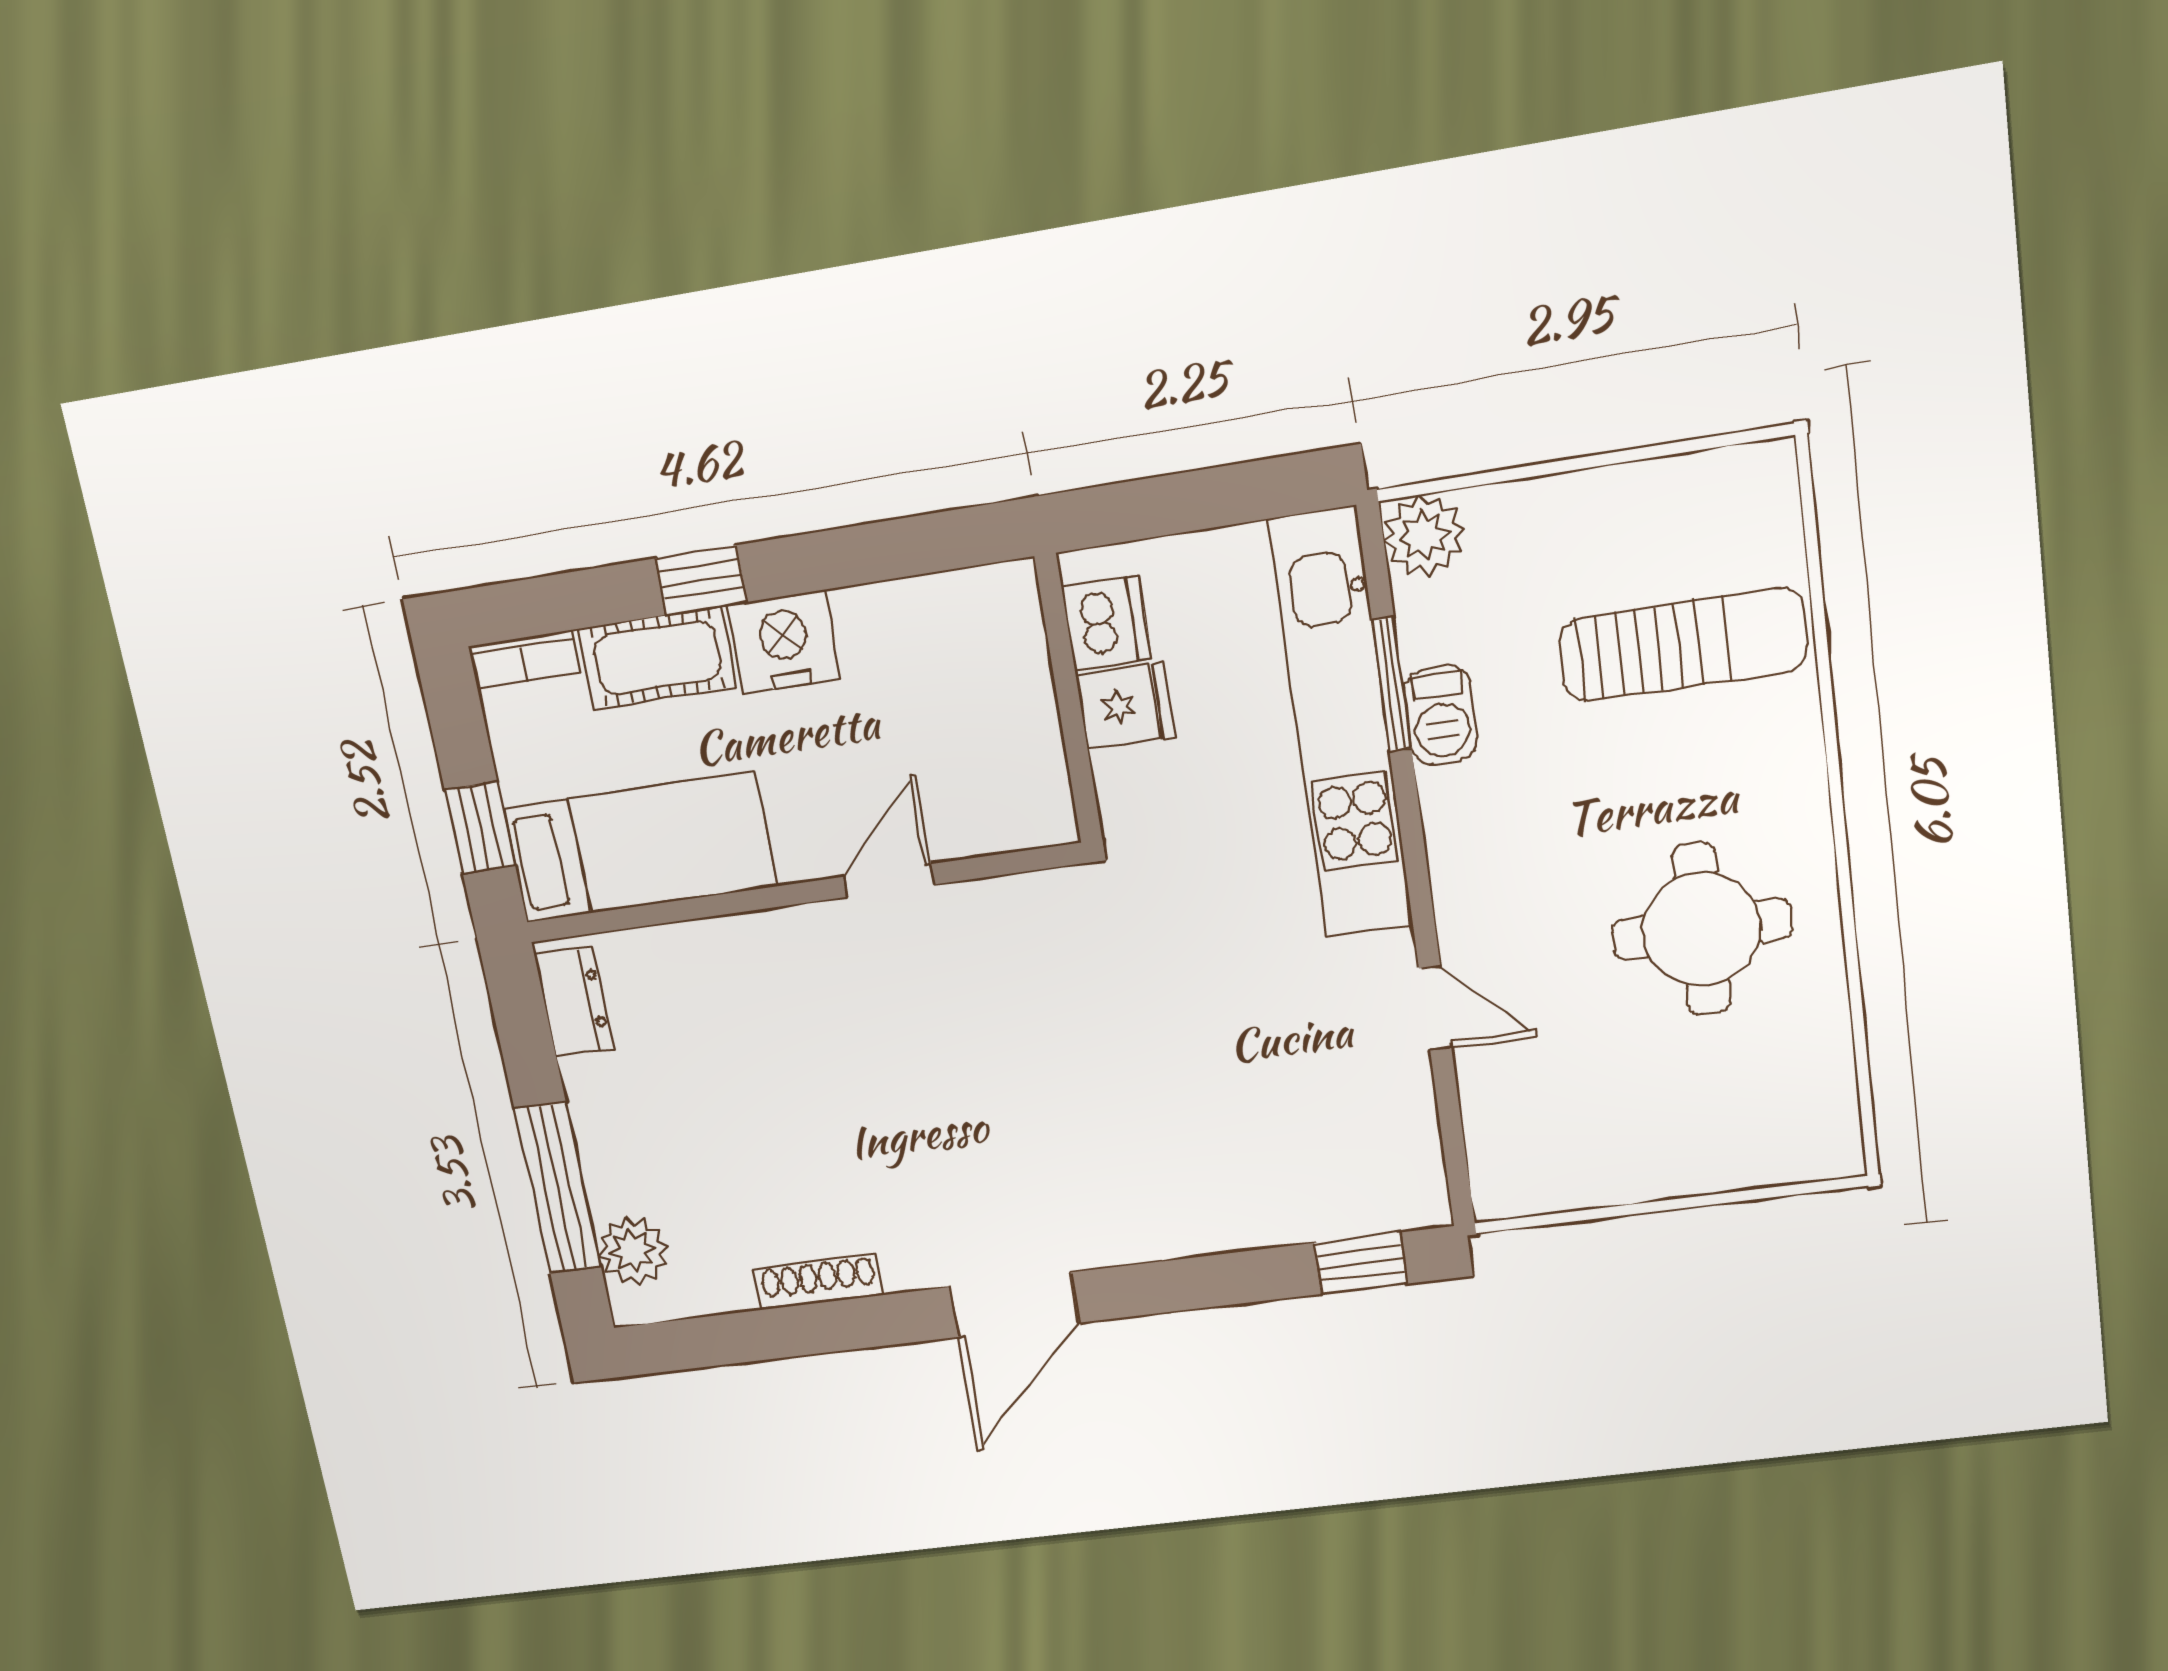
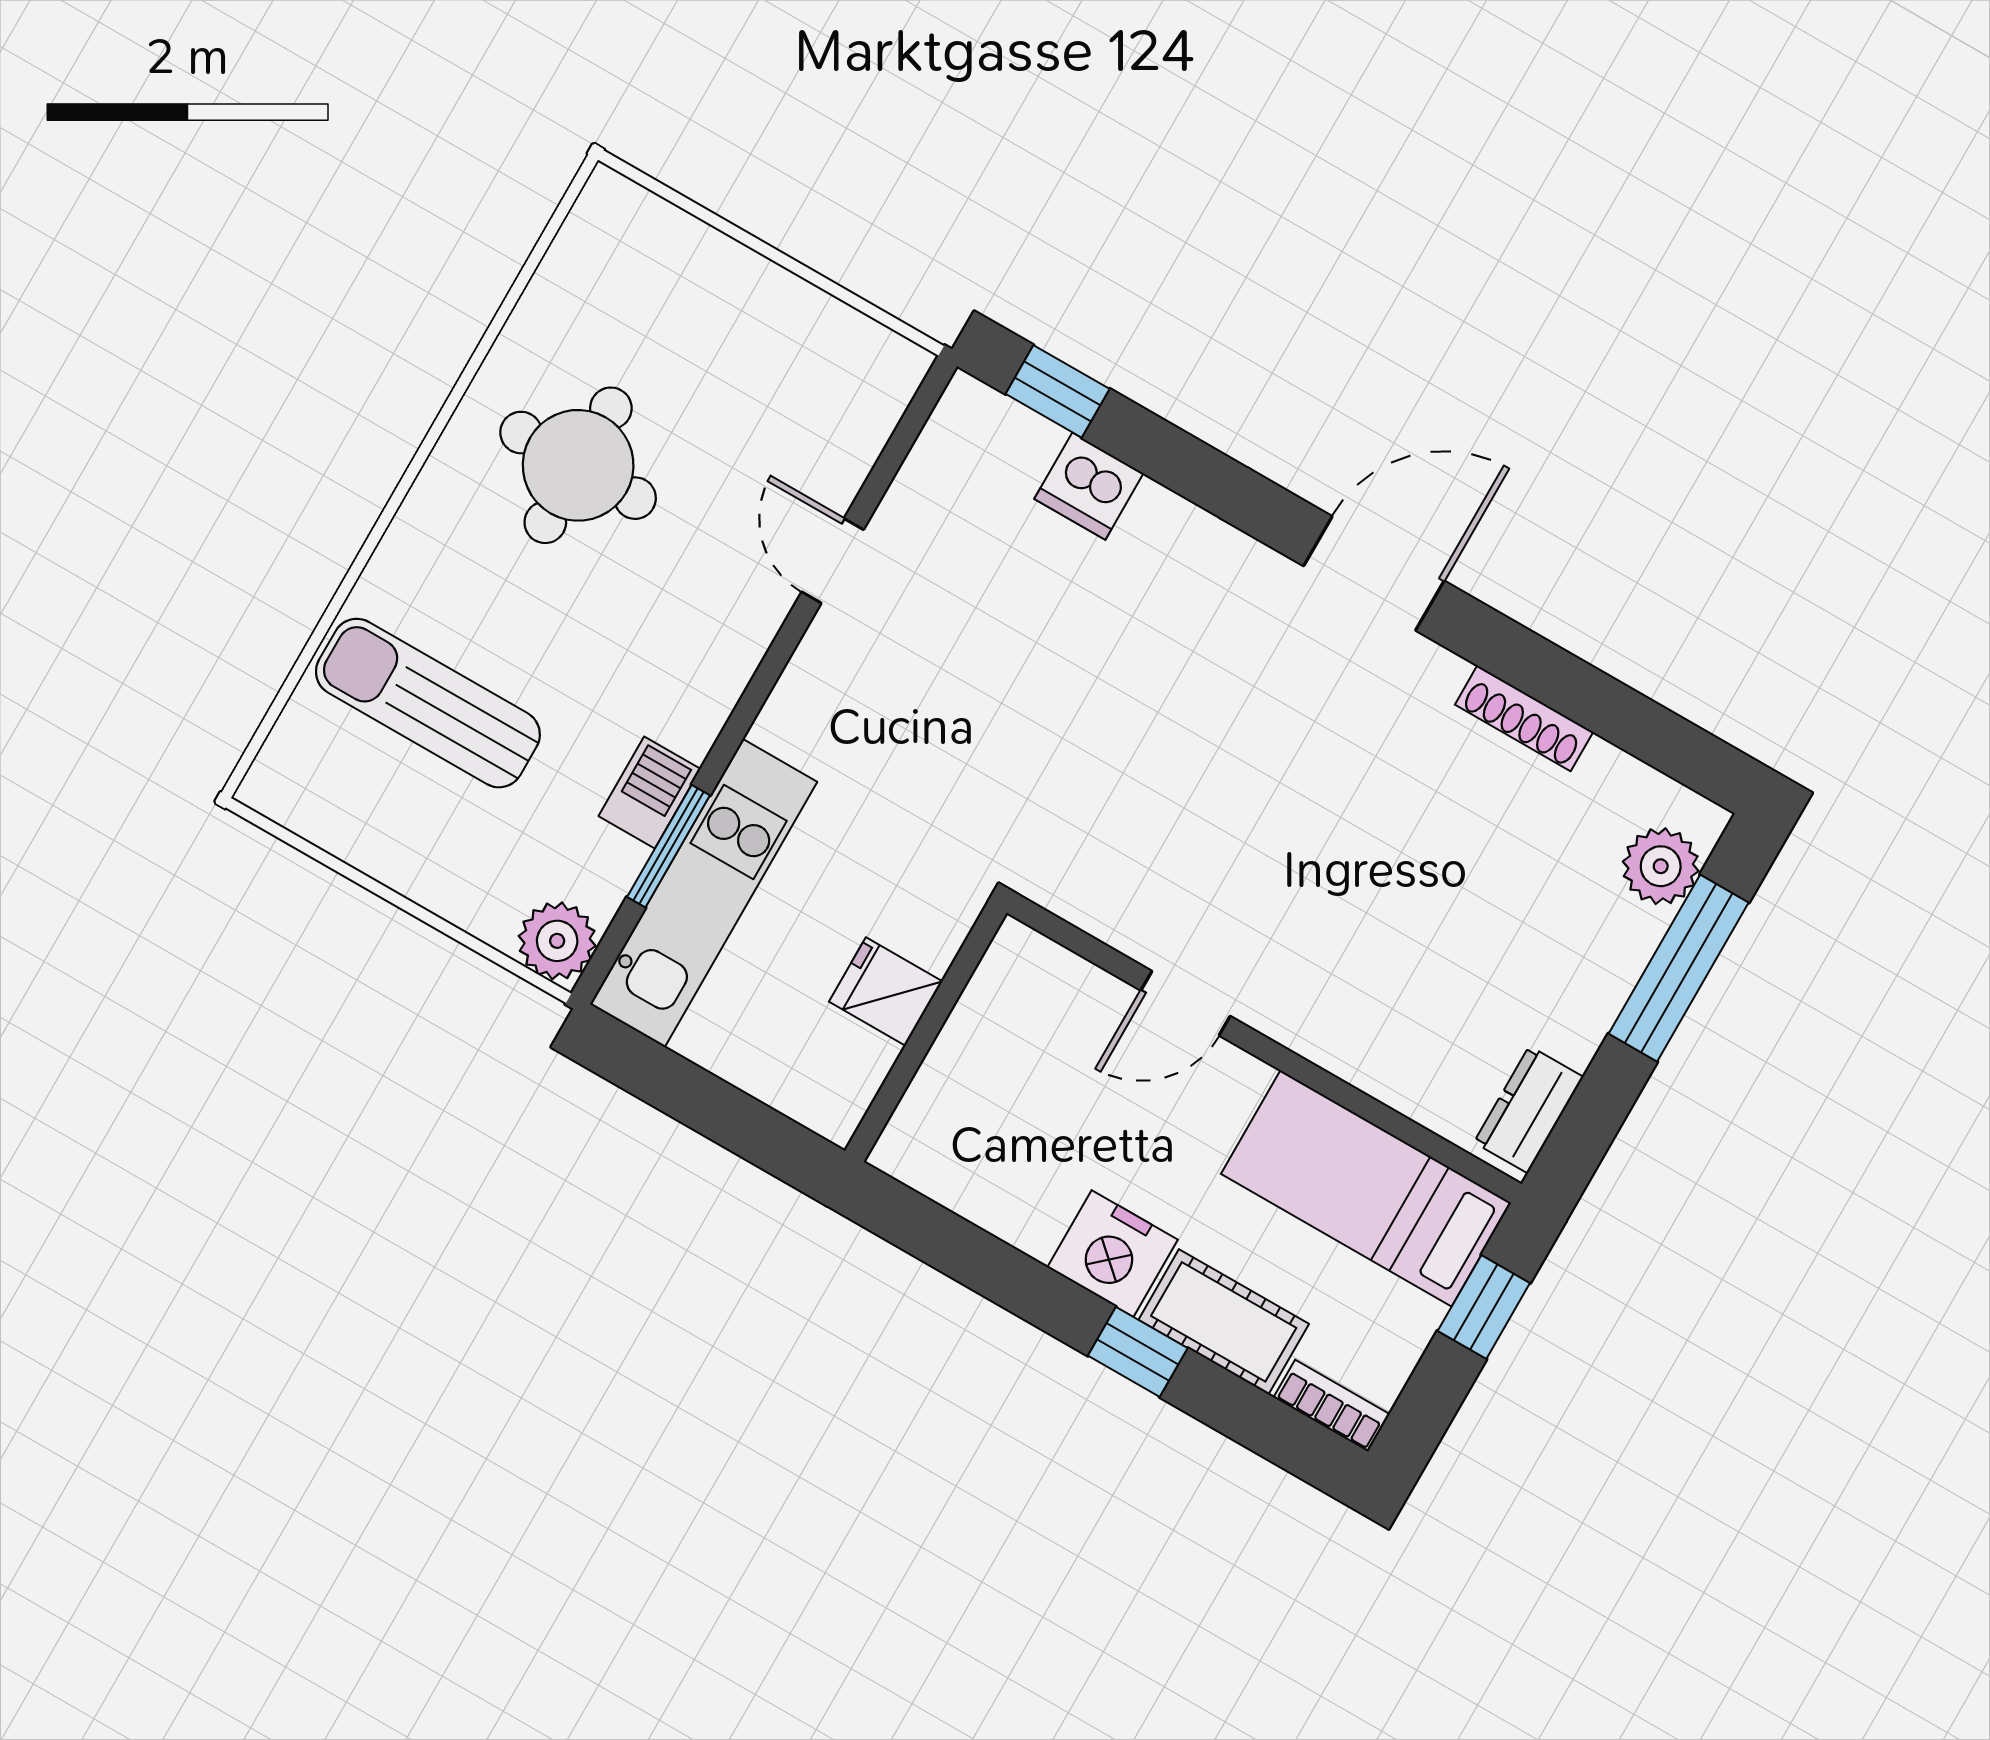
dishwasher: (1106, 623) -> (1089, 486), moved, turned -90
kitchen unit: (1341, 725) -> (703, 893), width x0.73

